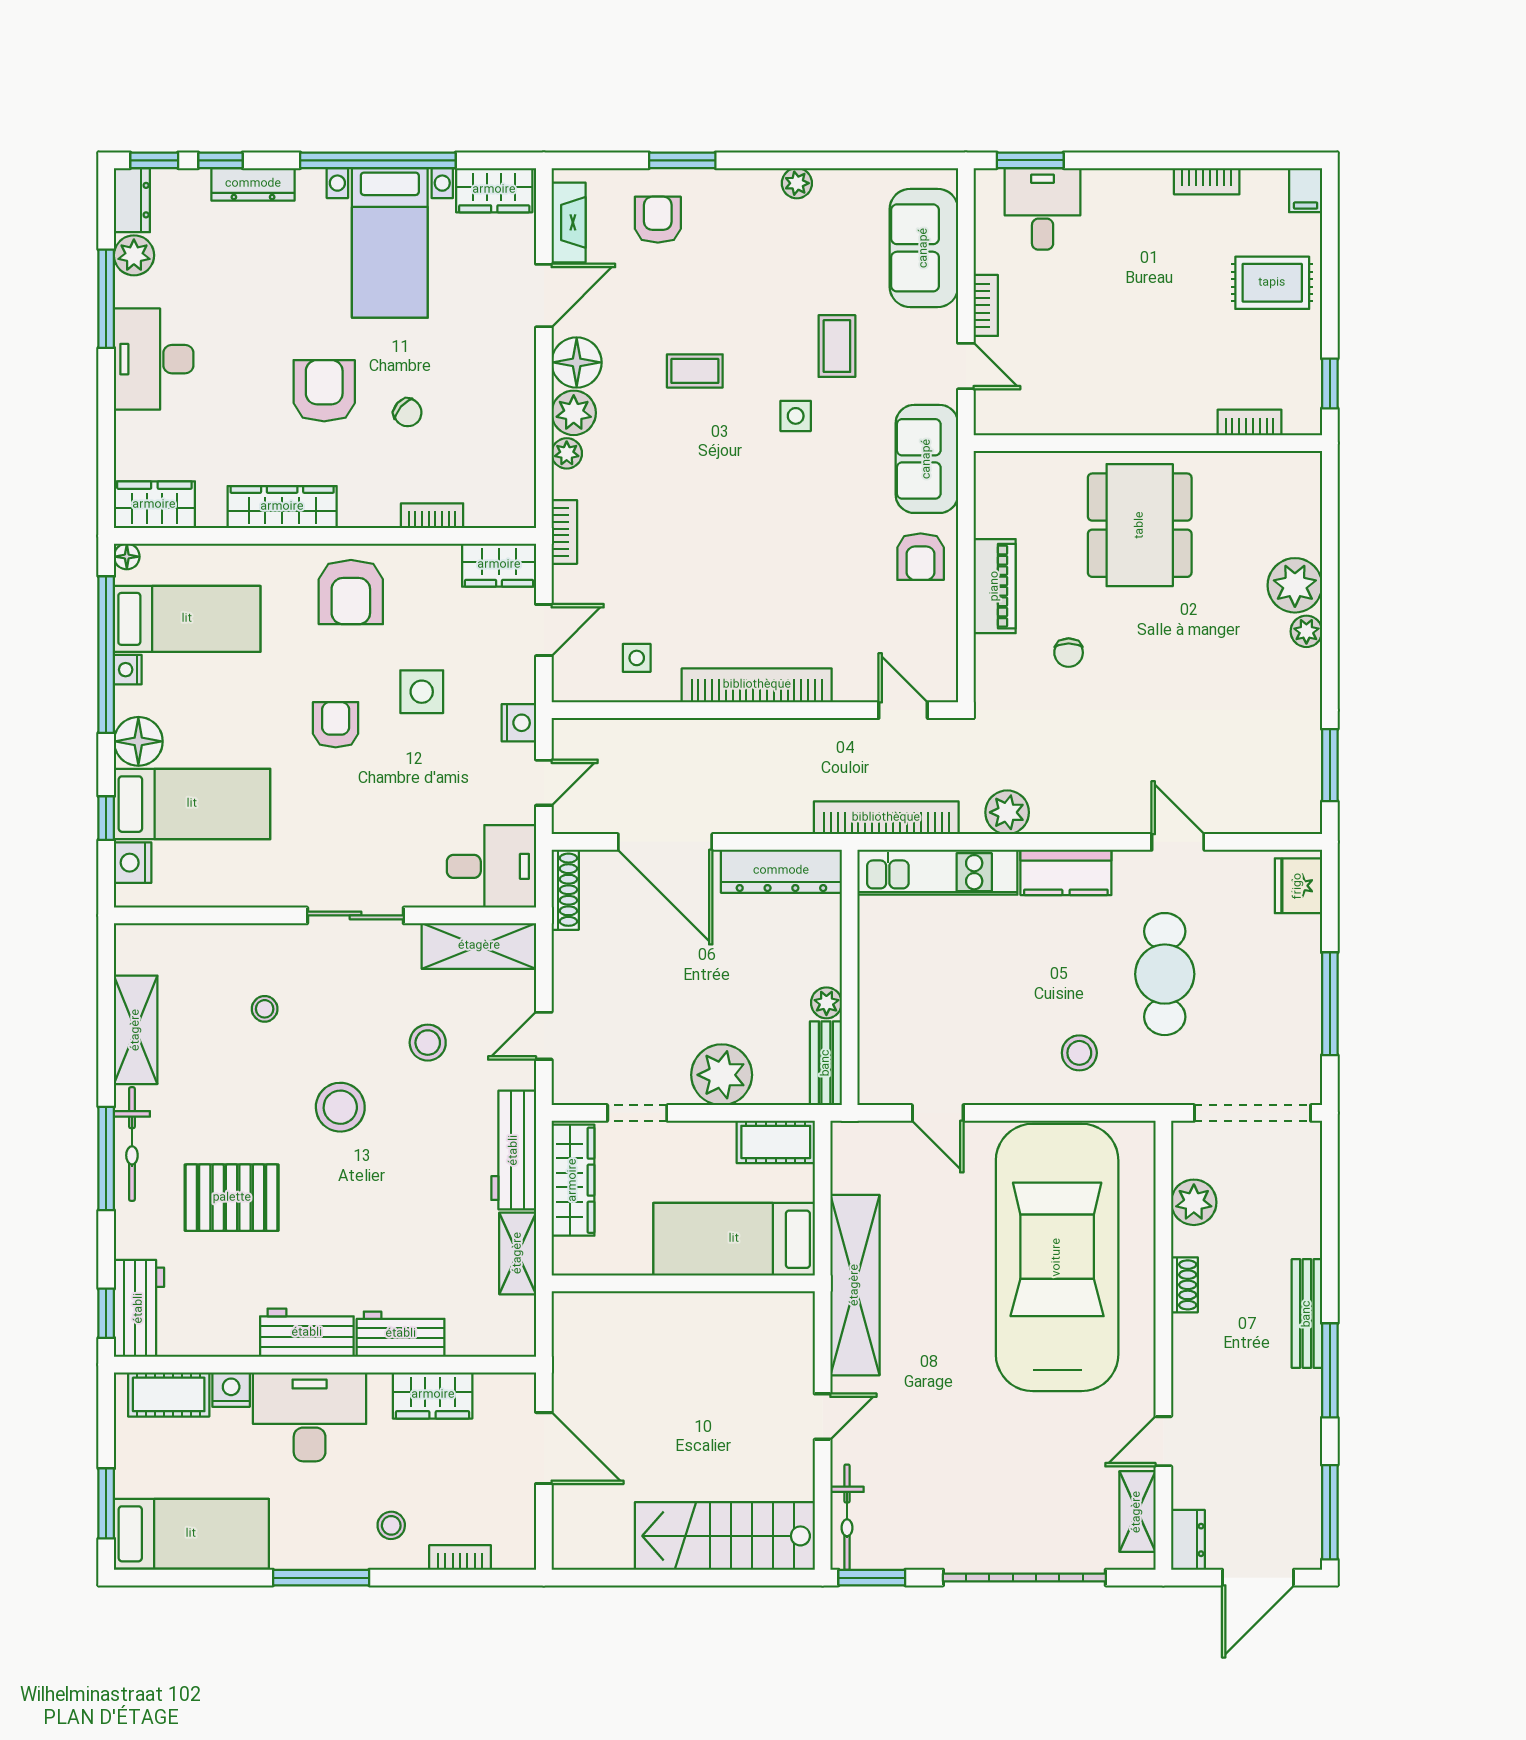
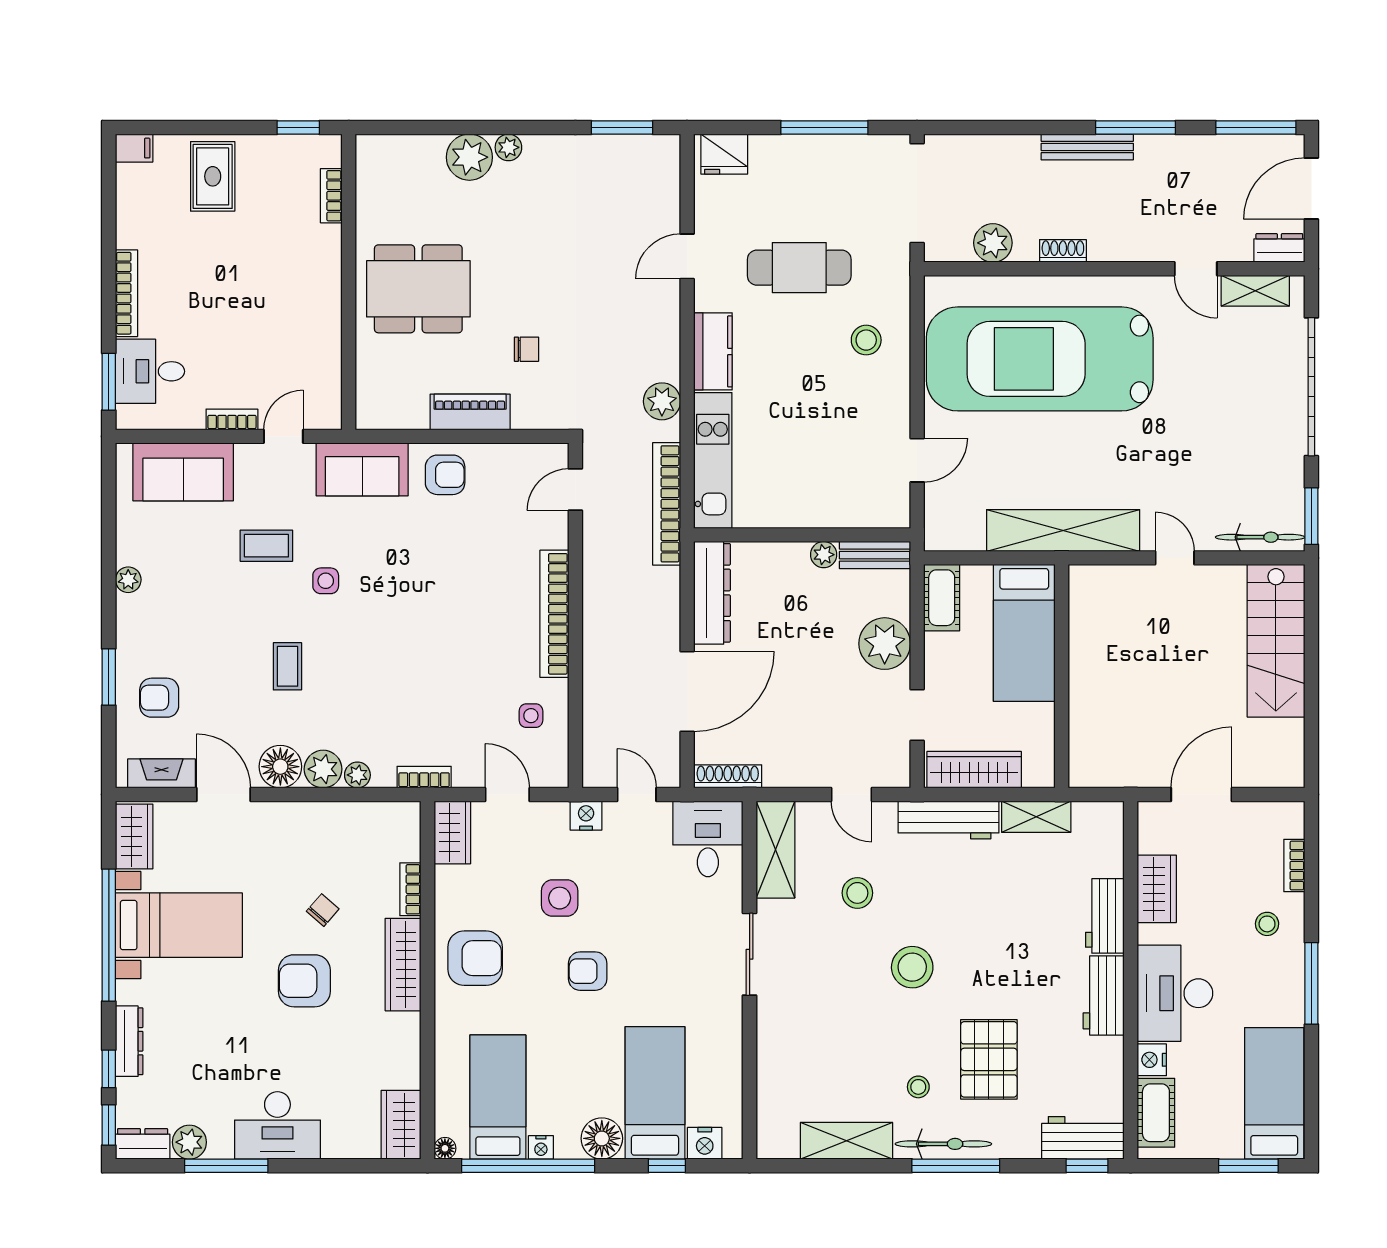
bookcase: (1207, 181) -> (126, 293), moved, width x1.56
wardrobe: (282, 507) -> (403, 965), moved
stool: (265, 1009) -> (918, 1087), moved
door: (1258, 1578) -> (1311, 188), swing flipped

